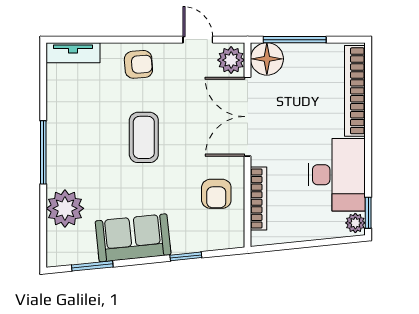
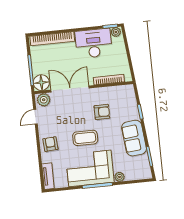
double door: (248, 117) -> (70, 89), swing flipped
corner sofa: (80, 141) -> (90, 168), added
armchair: (216, 194) -> (102, 112), moved
plant: (65, 208) -> (119, 177), width x0.53, depth x0.53

